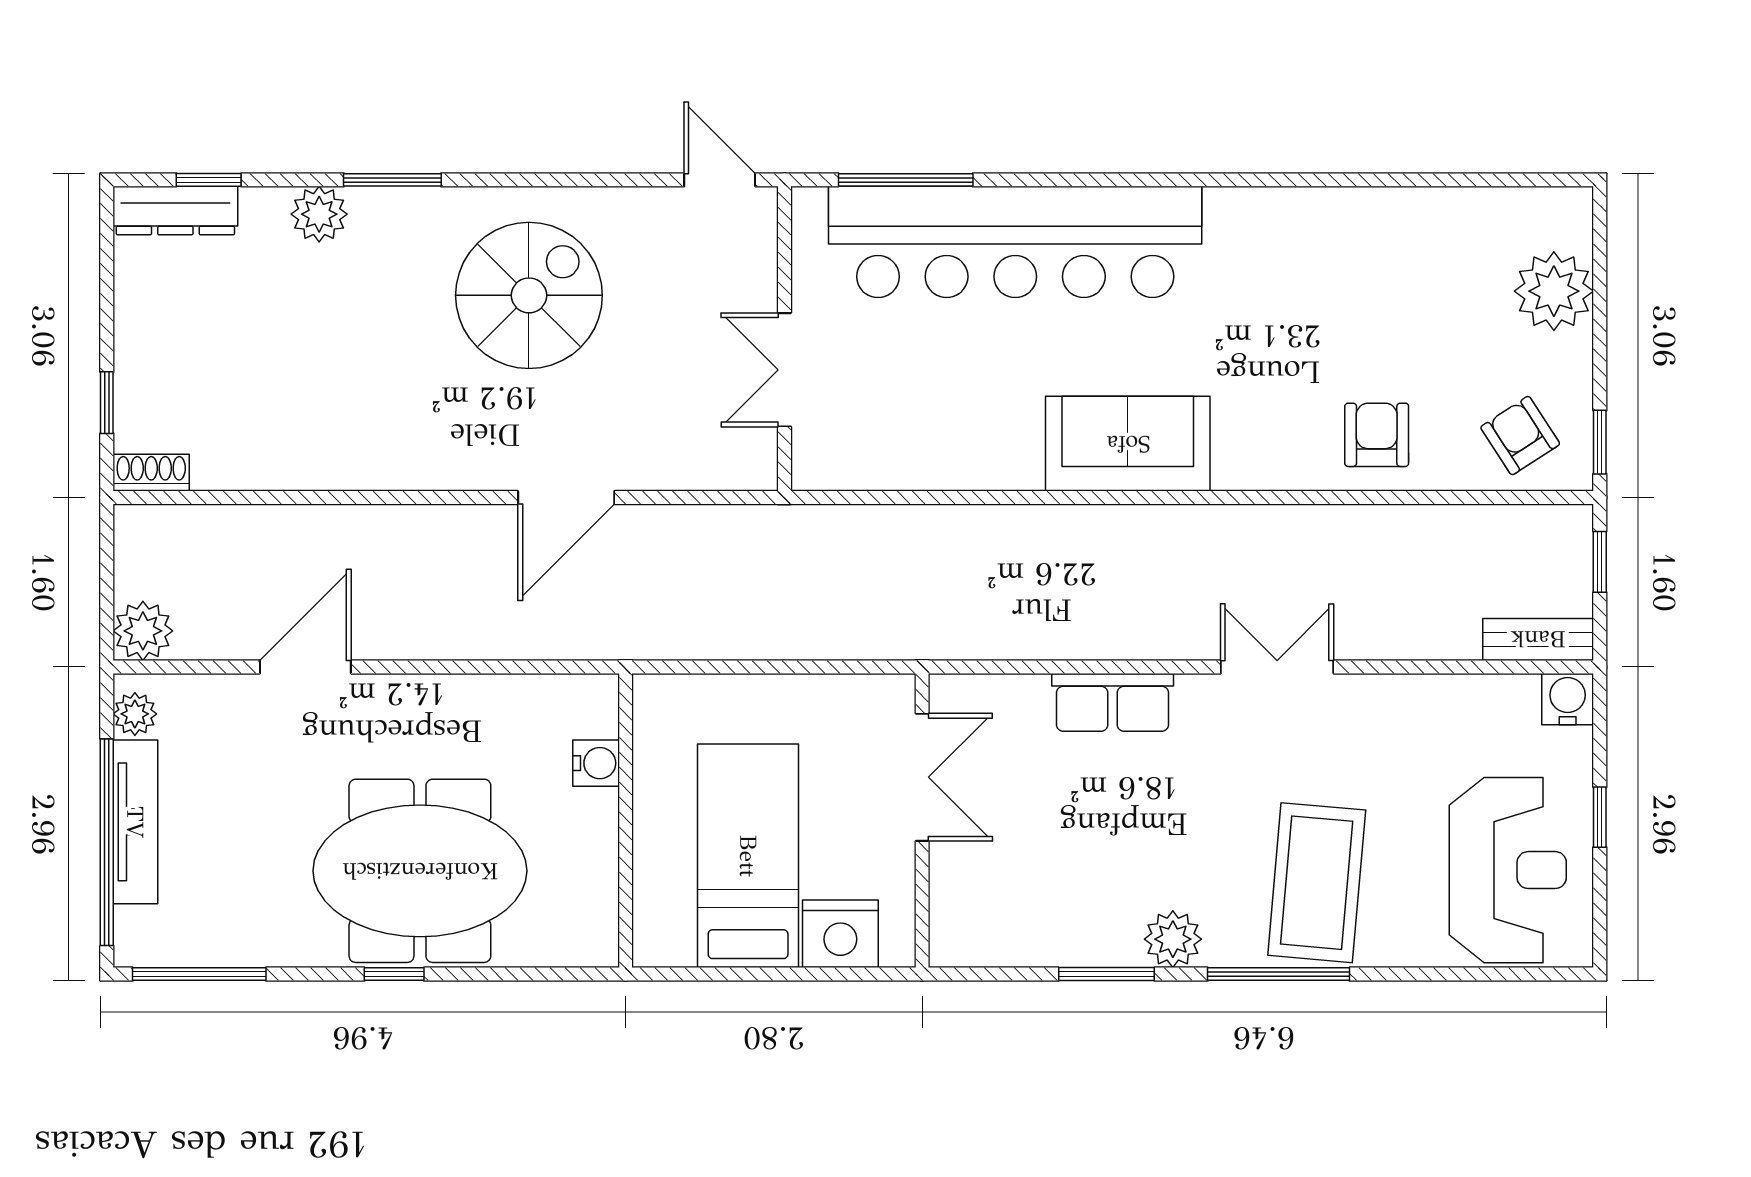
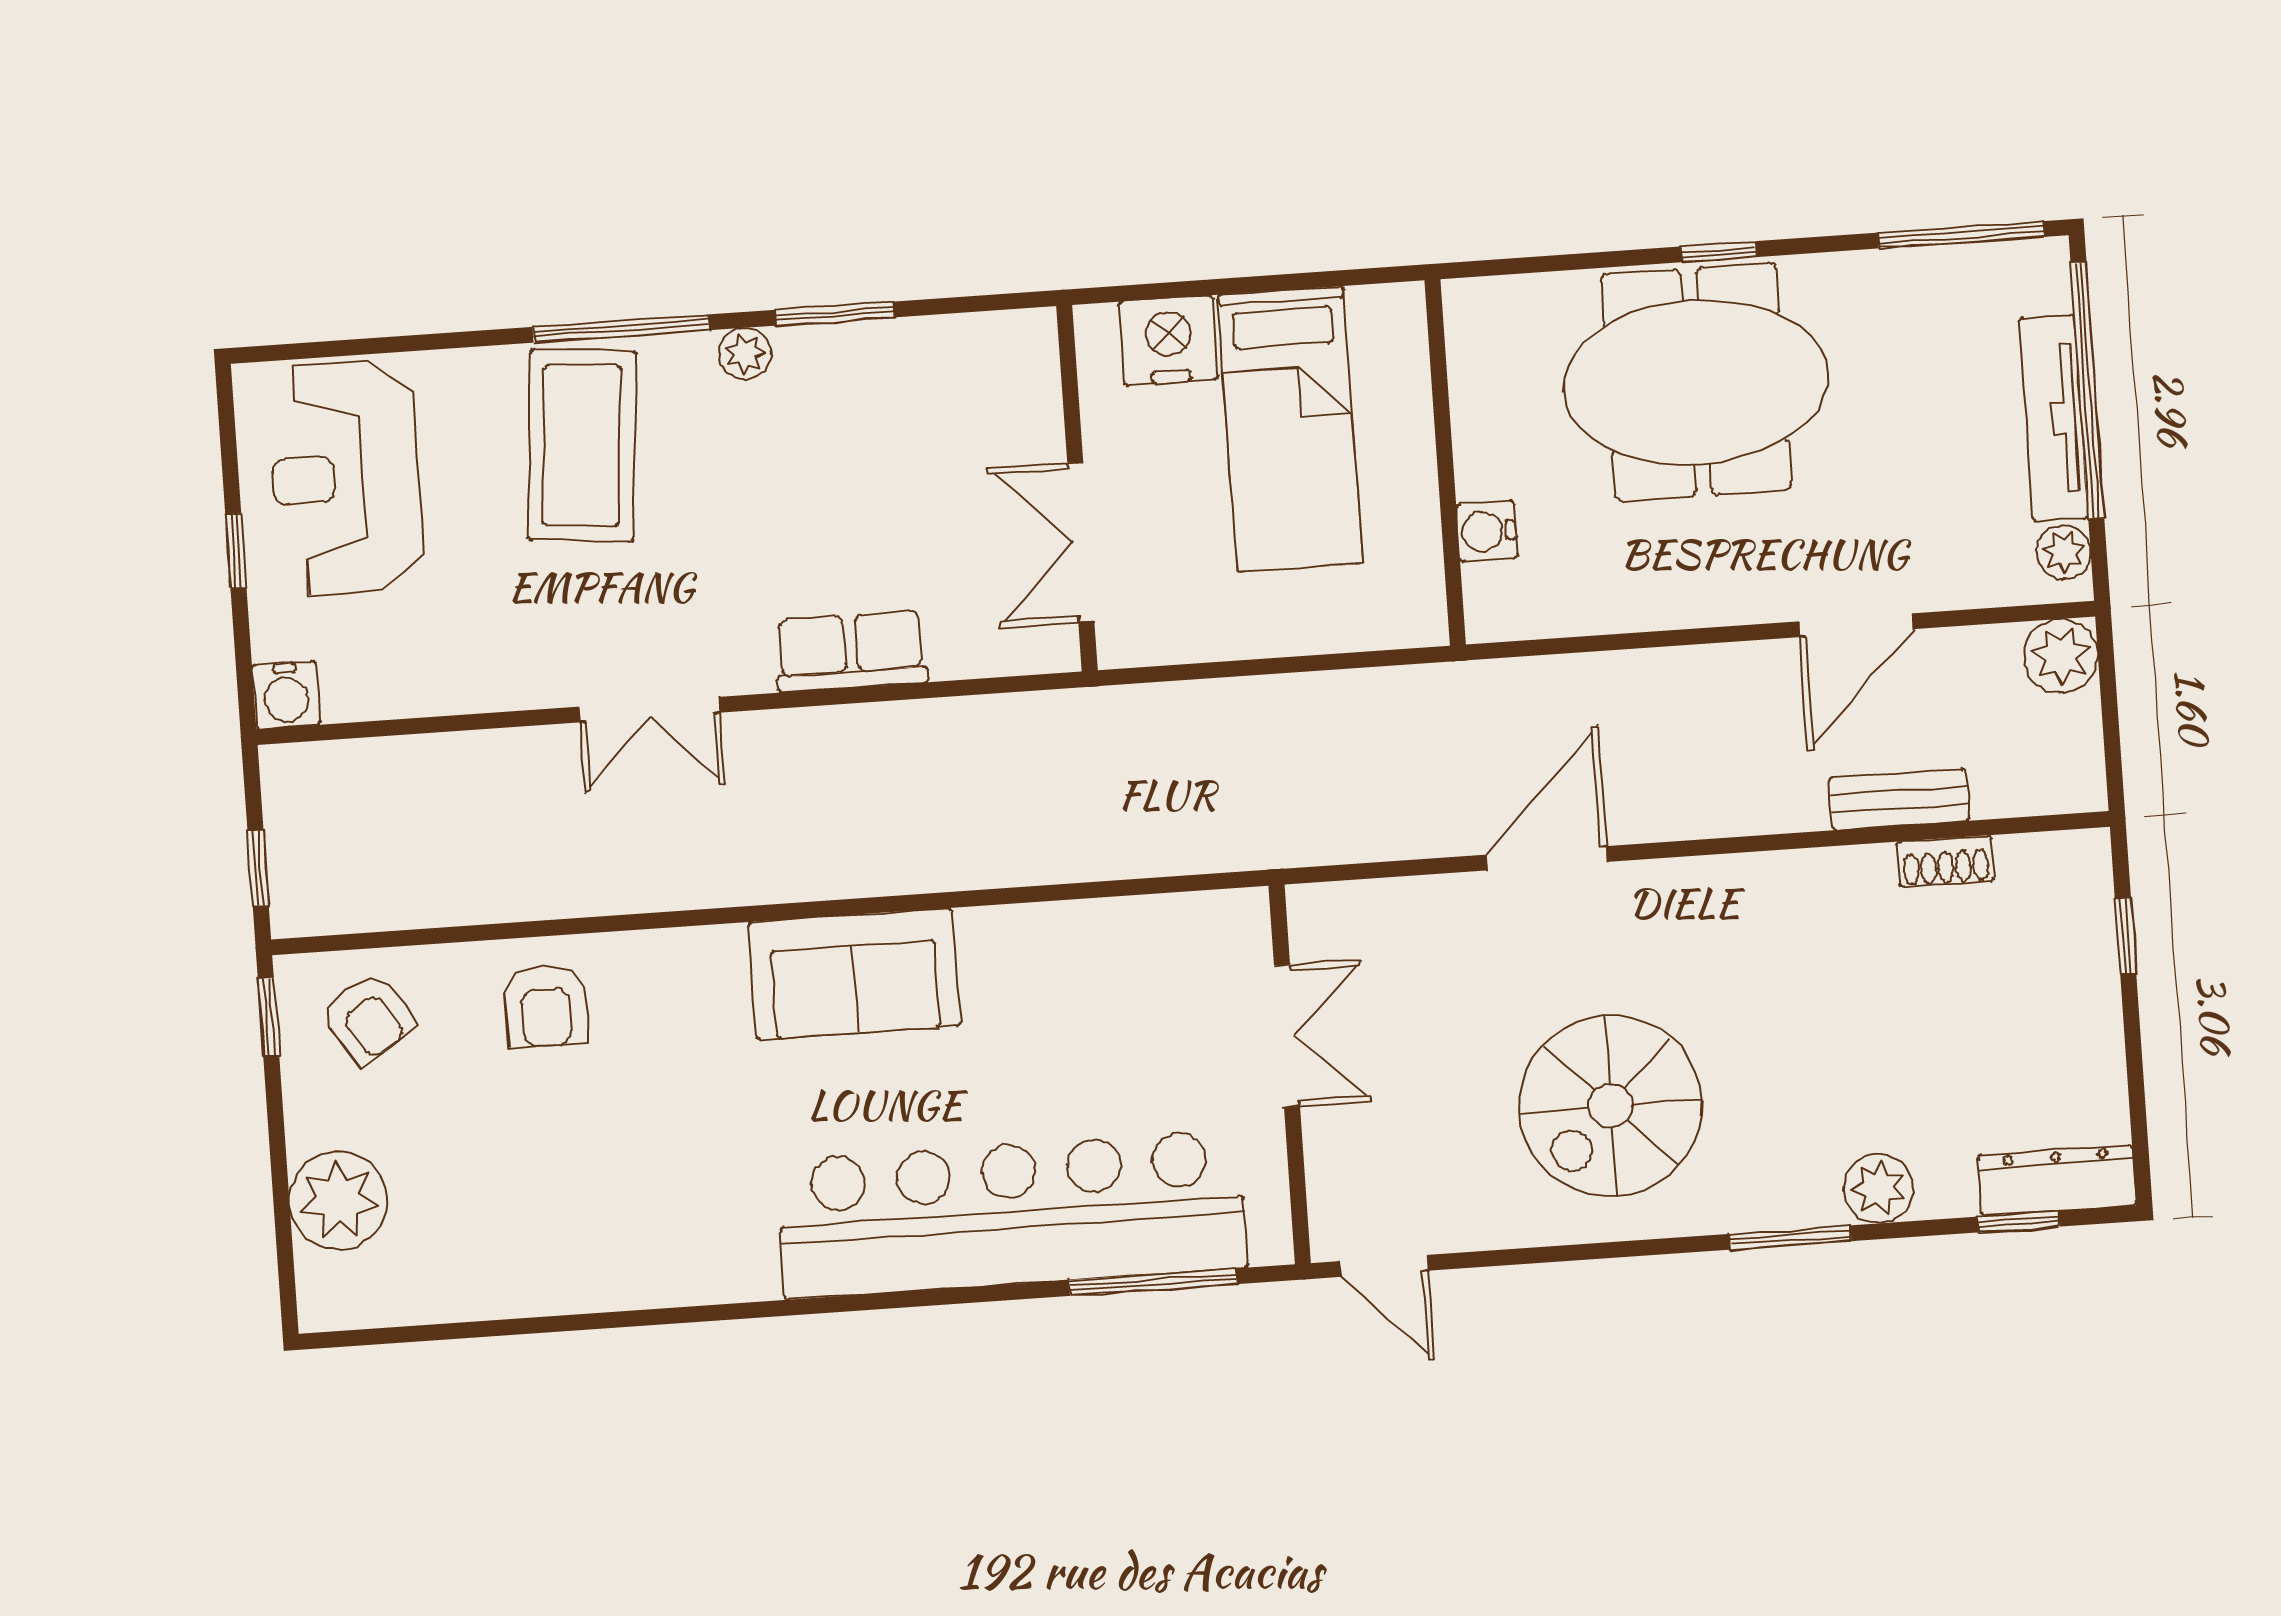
shoe rack: (151, 473) -> (1946, 861), moved
bench: (1538, 639) -> (1899, 799), moved
plant: (1173, 939) -> (745, 354), width x0.73, depth x0.73

